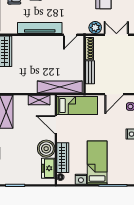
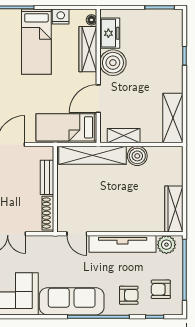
plant: (95, 28) -> (166, 245), moved
door: (70, 35) -> (77, 234), swing flipped
boiler: (30, 87) -> (137, 156), added
door: (56, 125) -> (98, 99), swing flipped

